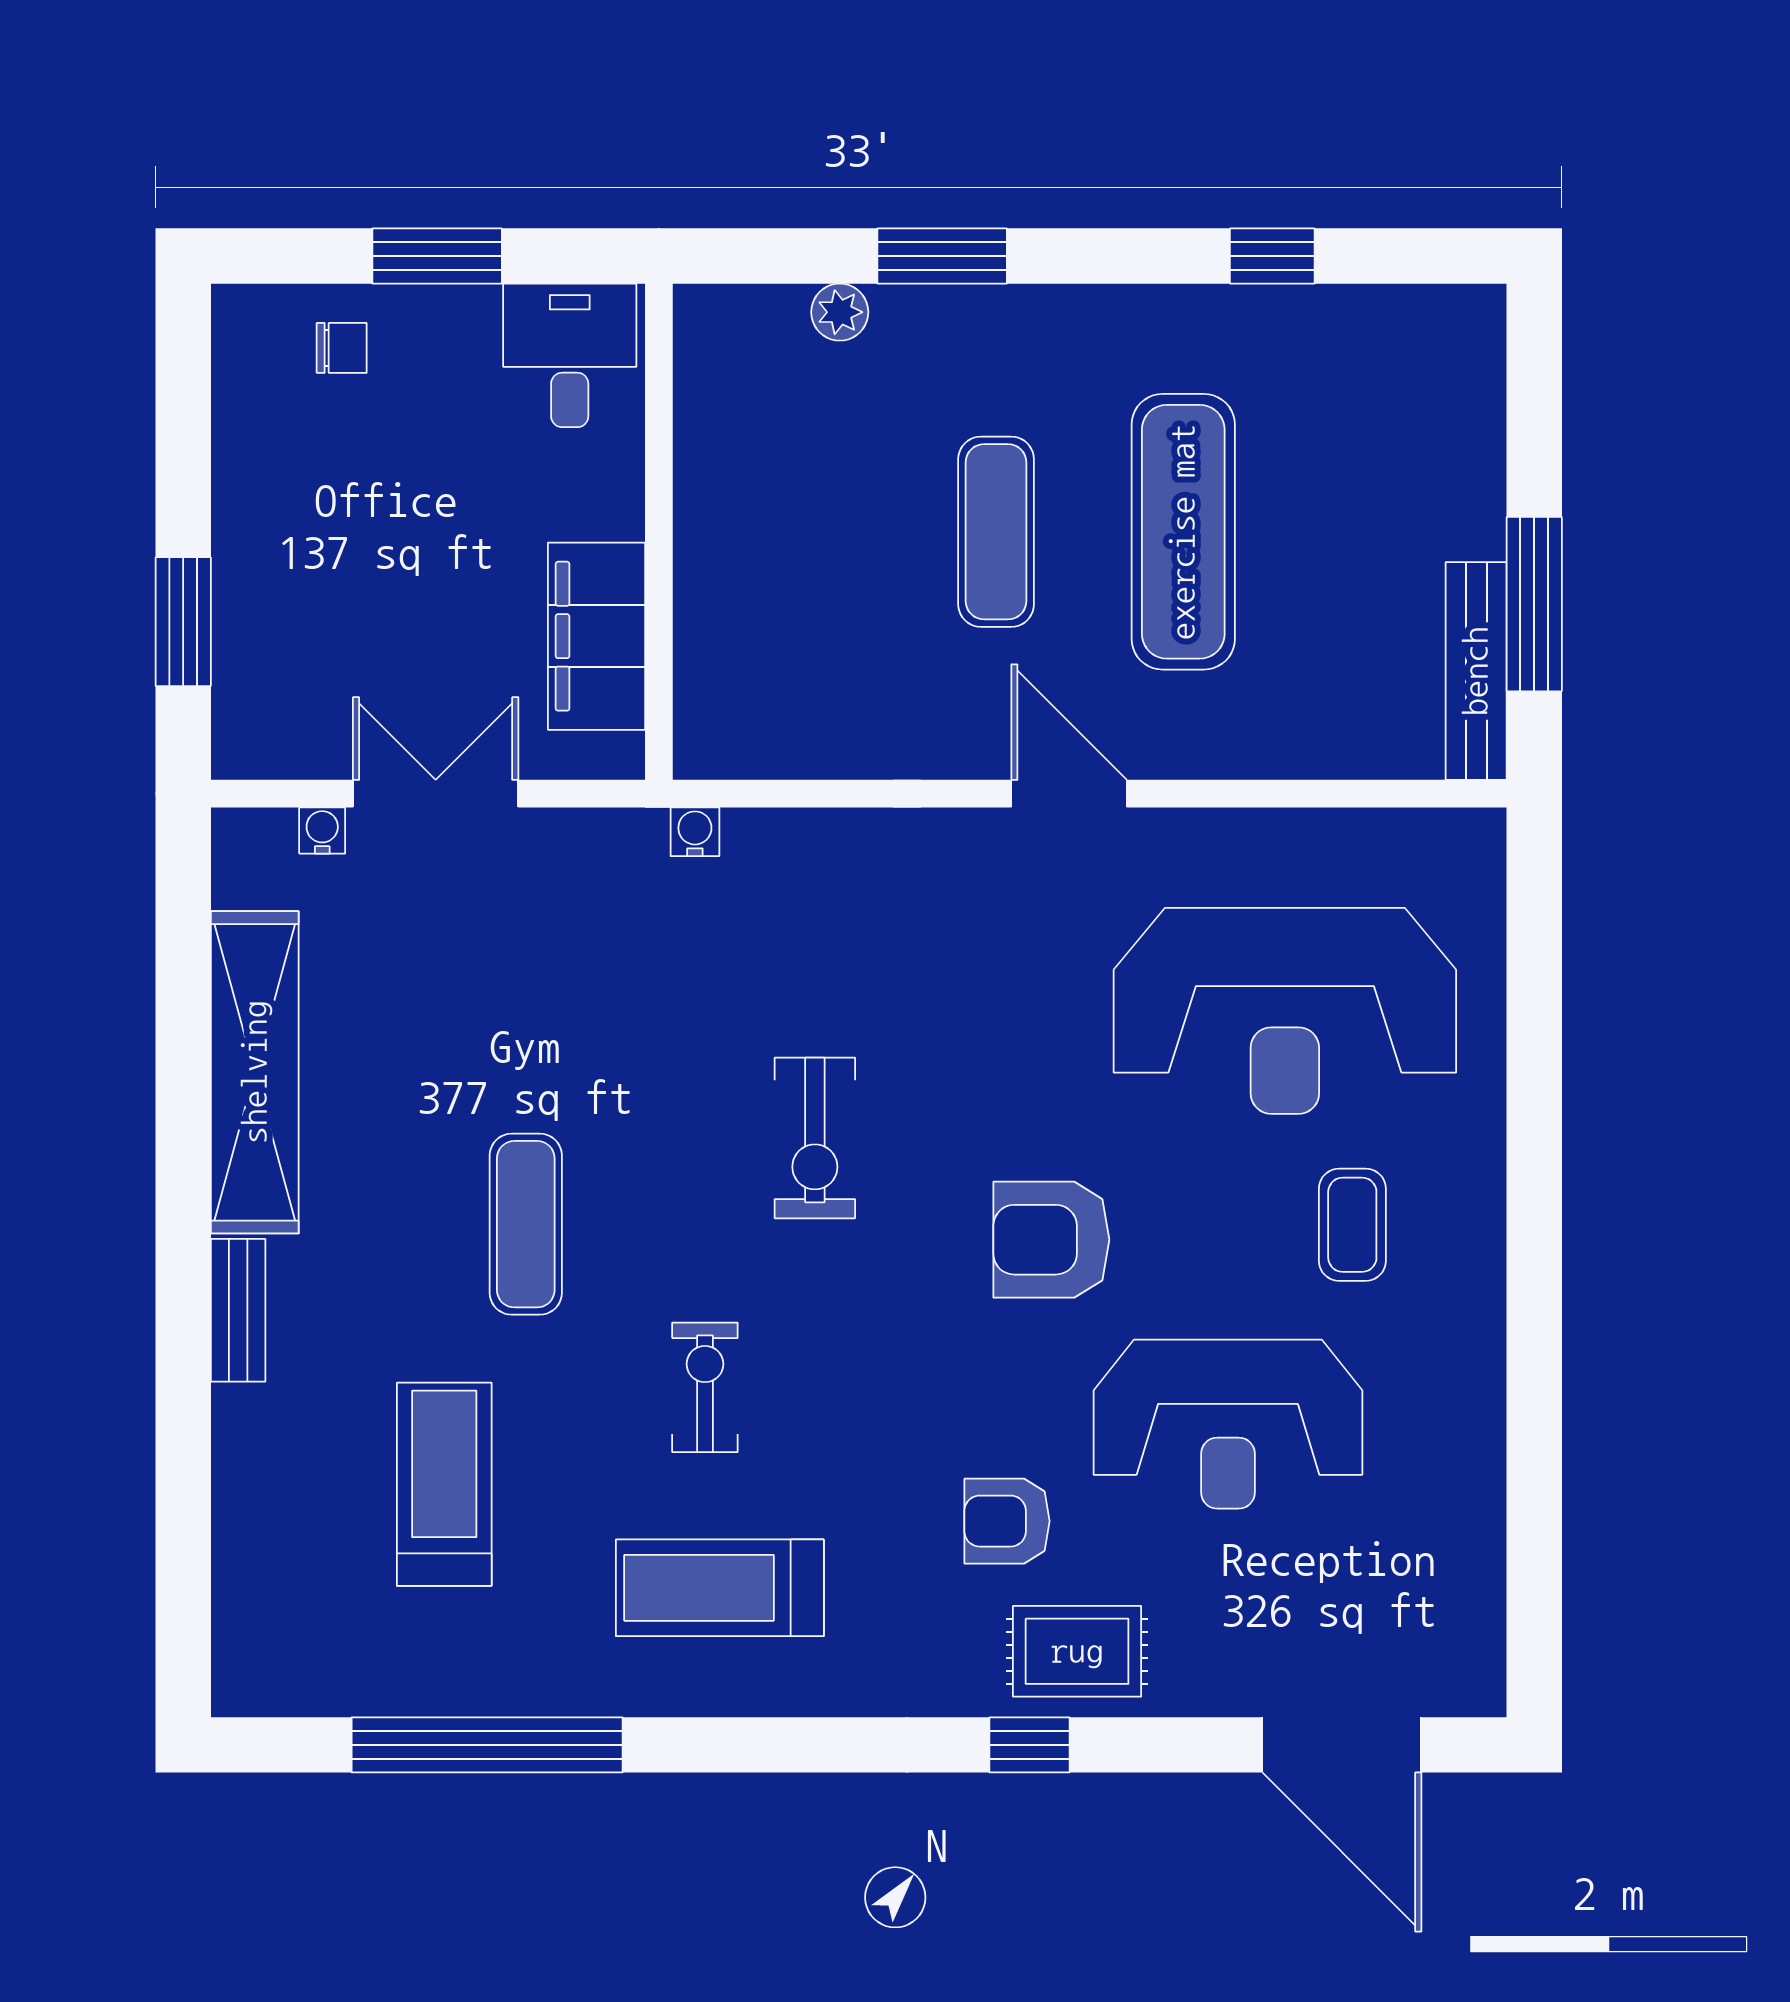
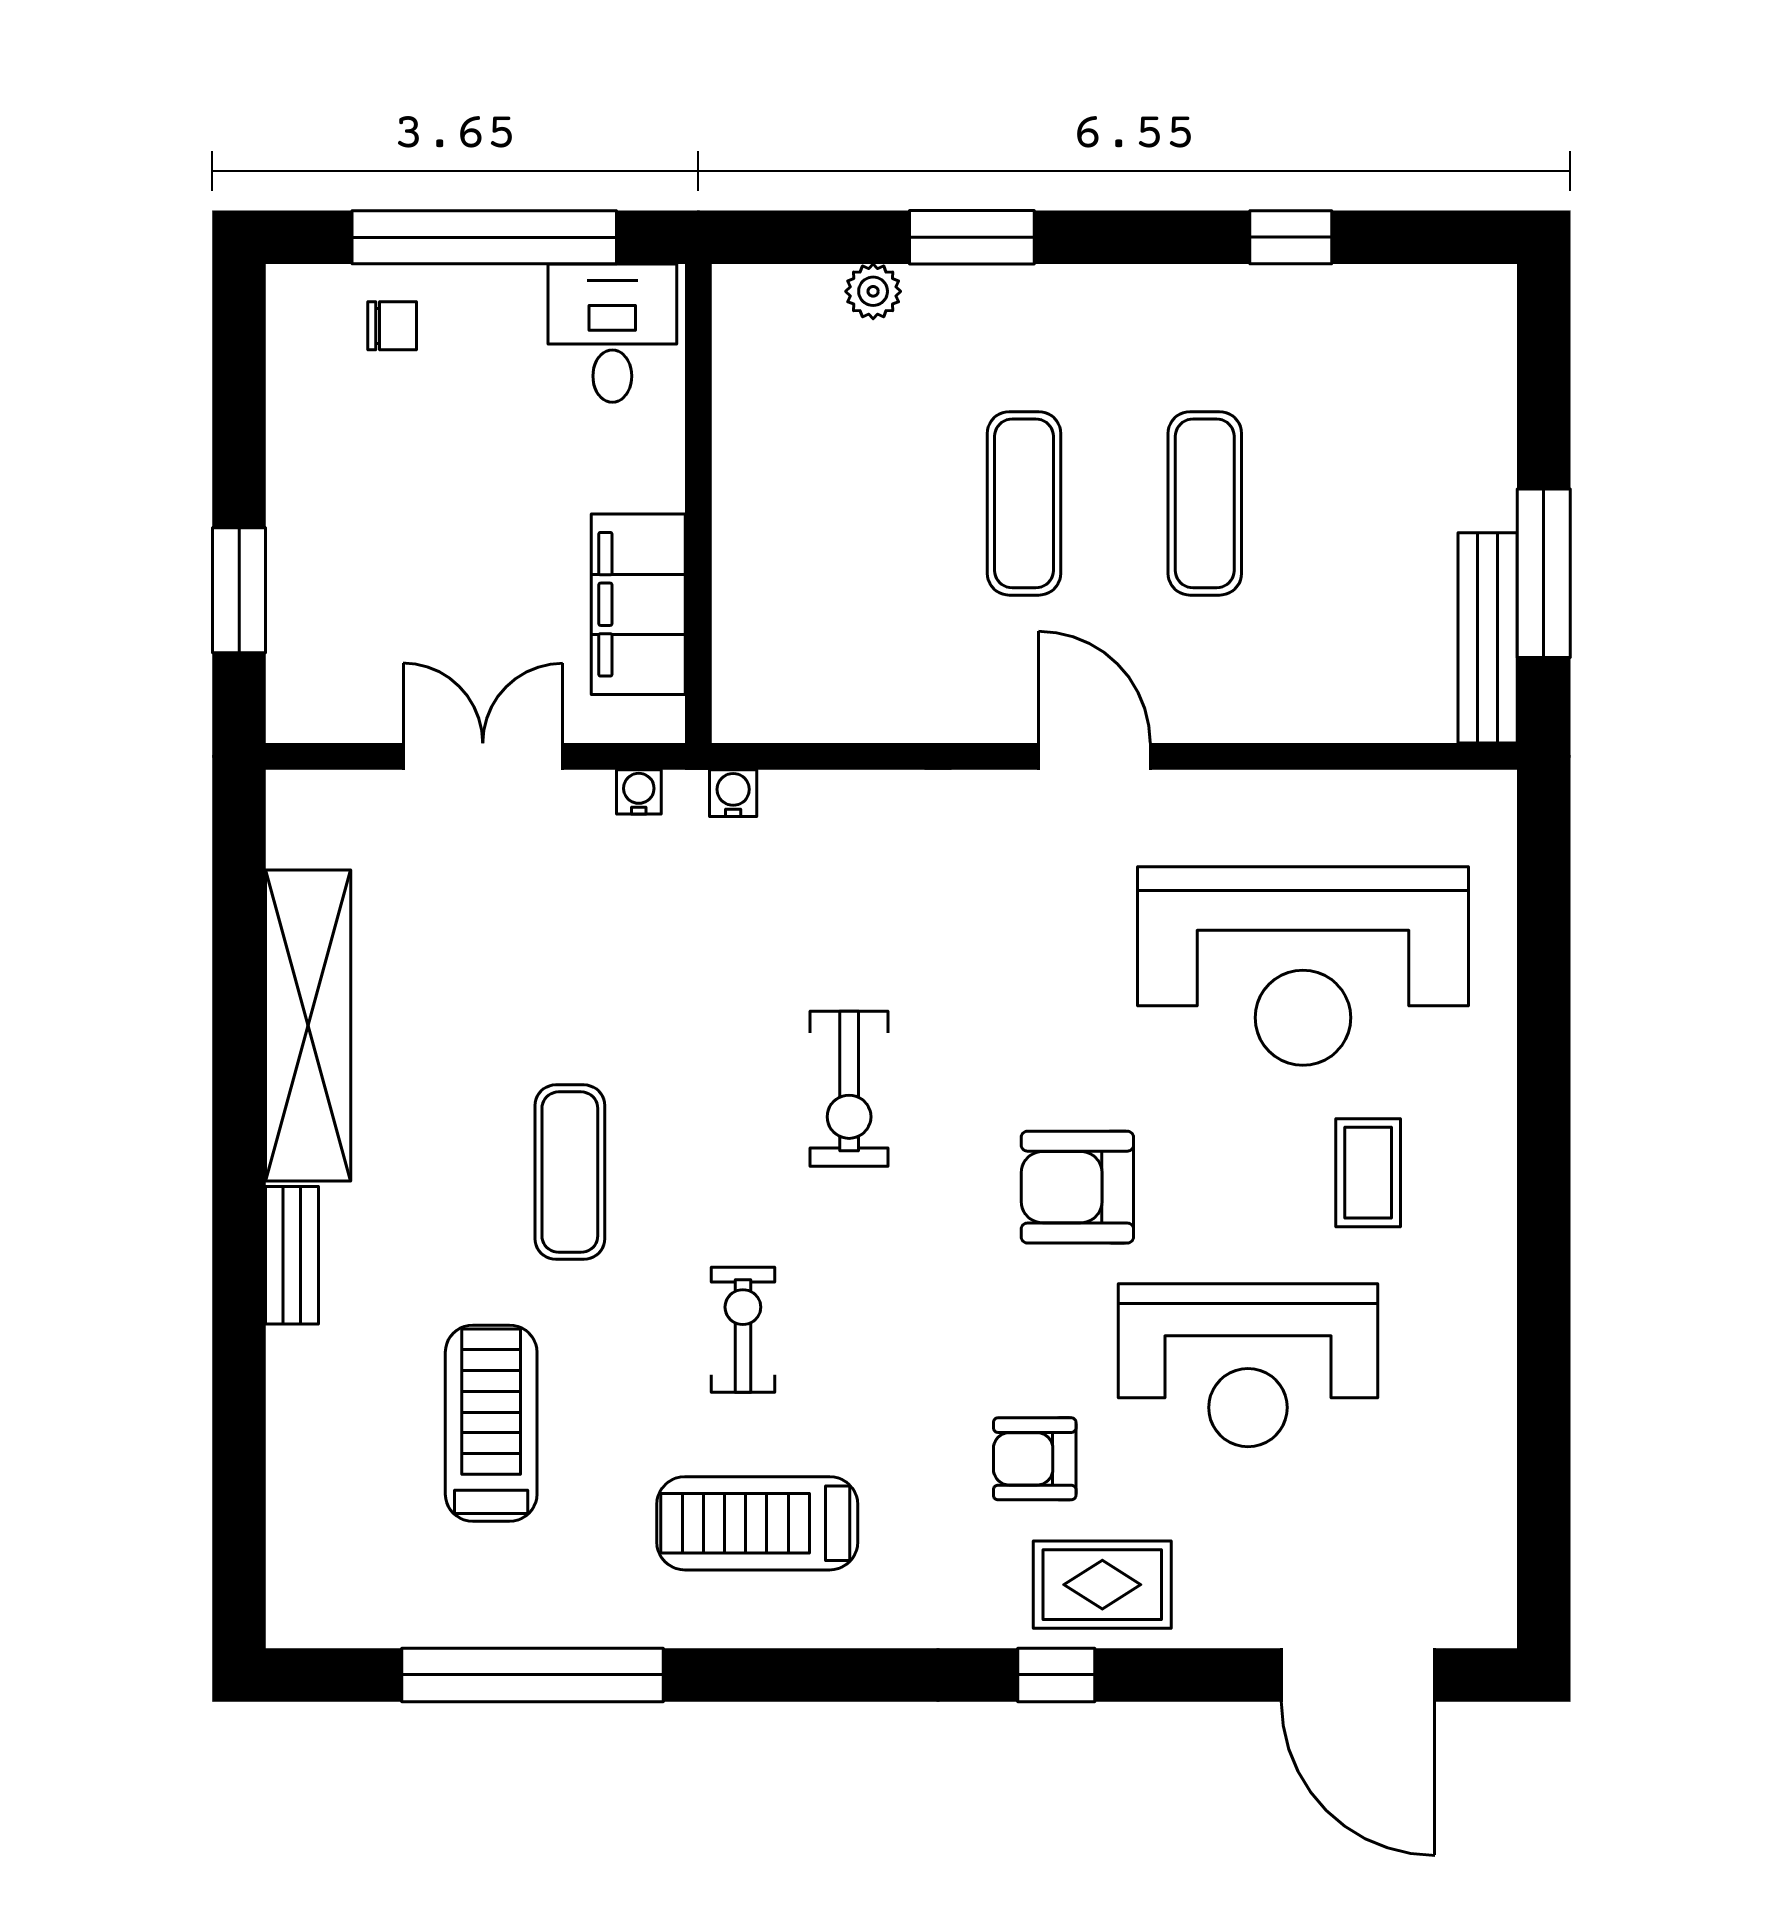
window: (437, 256) -> (484, 237), width x2.11
exercise mat: (1183, 532) -> (1205, 503), width x0.73, depth x0.69
water cooler: (322, 831) -> (639, 792), moved

